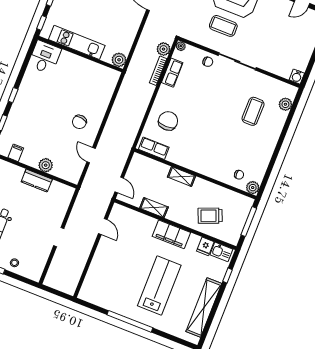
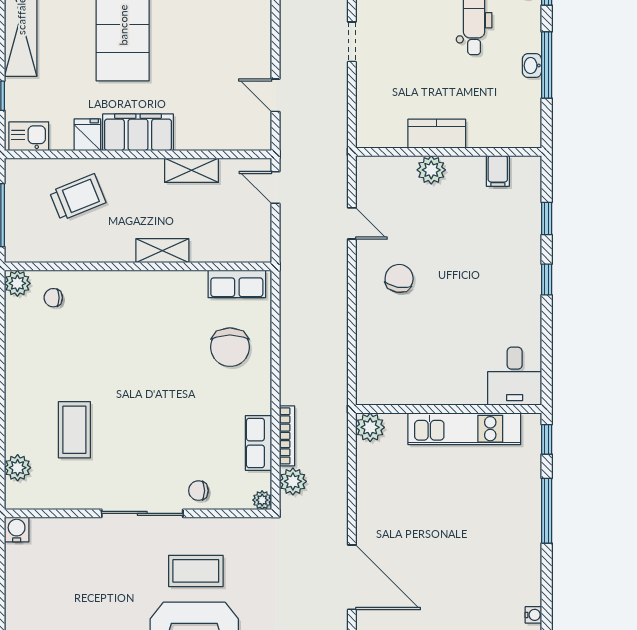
fridge: (205, 246) -> (87, 135), moved

